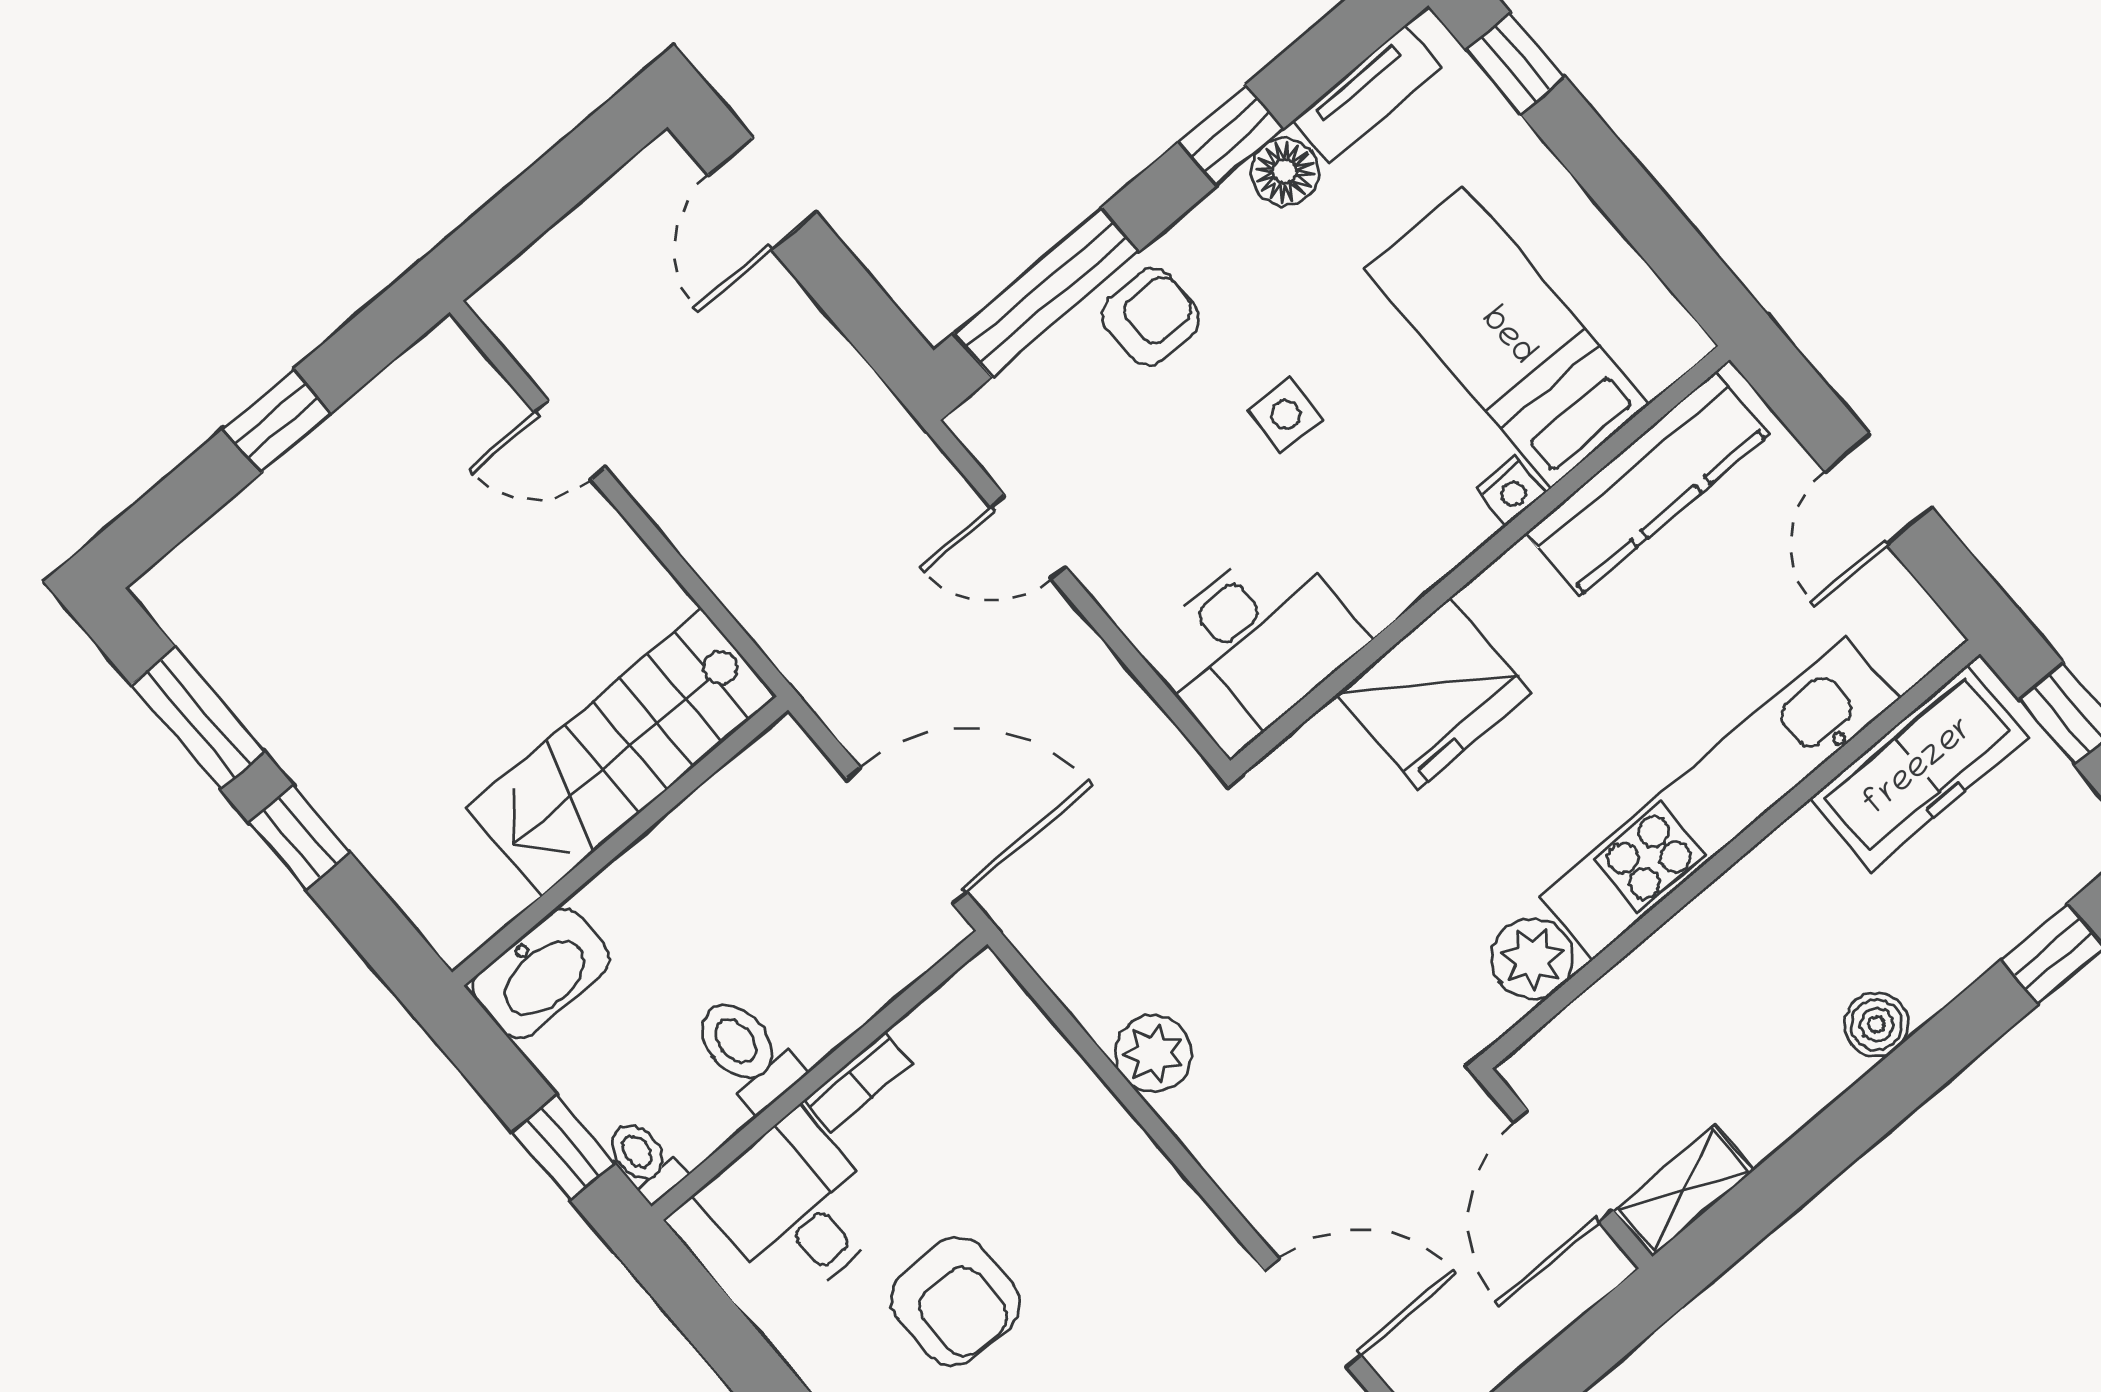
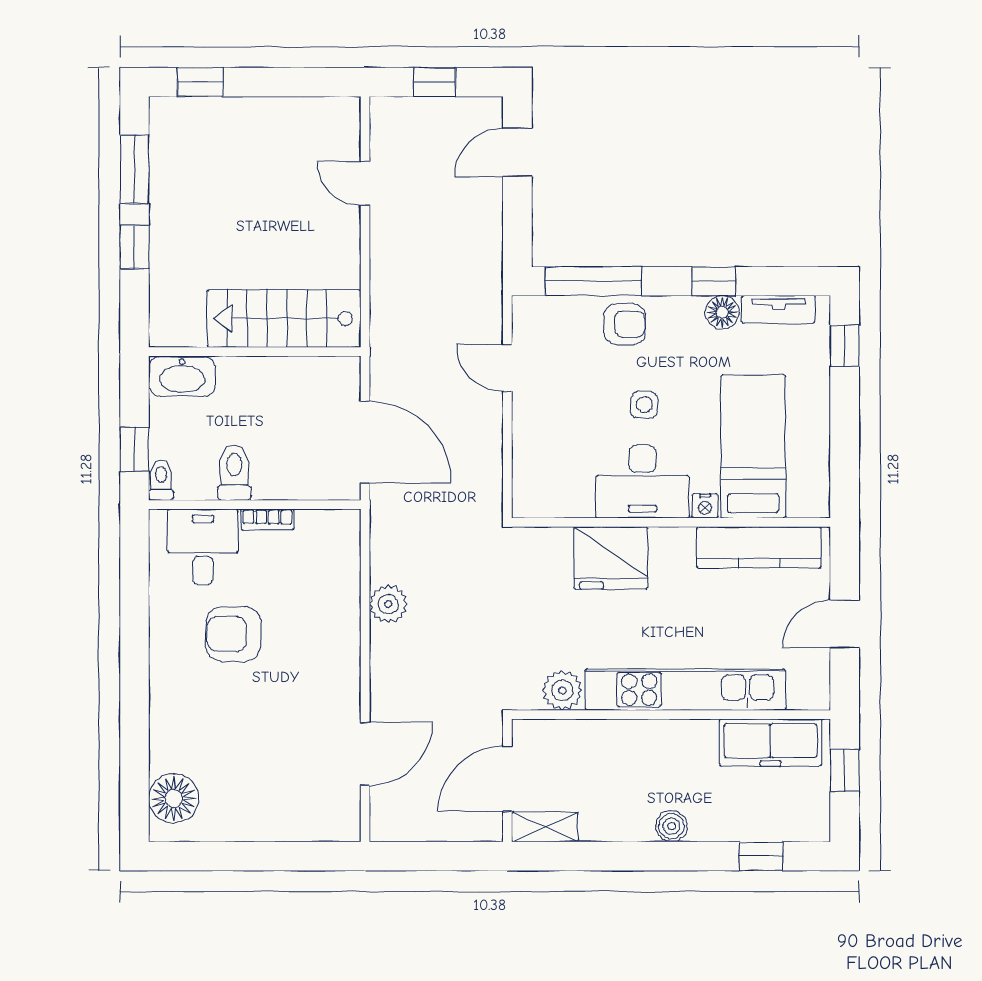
window: (544, 194) -> (435, 82), added
window: (277, 421) -> (200, 82), moved
desk: (1254, 644) -> (642, 481), moved
armchair: (955, 1301) -> (233, 634), turned 90
door: (1313, 1313) -> (365, 754), hinge flipped

